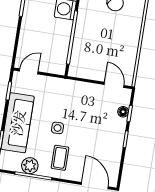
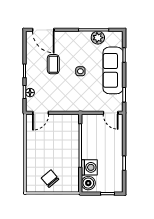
door: (29, 71) -> (111, 113), hinge flipped
door: (114, 85) -> (41, 113), hinge flipped
coffee table: (60, 158) -> (53, 64), moved

